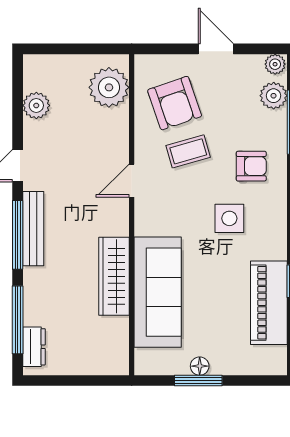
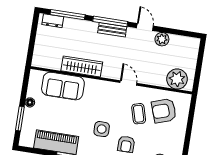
door: (216, 49) -> (188, 136), removed
plant: (36, 105) -> (162, 39), moved
bench: (33, 229) -> (112, 30), width x0.73
sofa: (158, 292) -> (63, 86), width x0.73
window: (198, 380) -> (20, 119), moved

